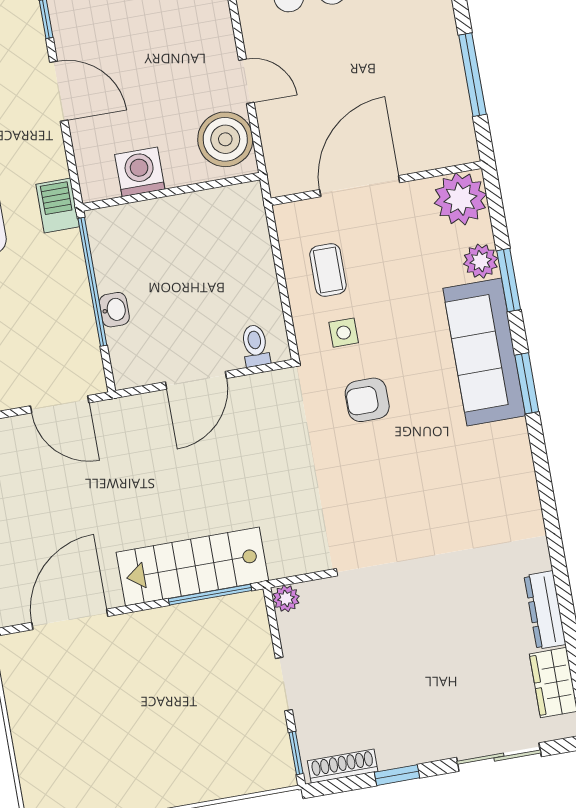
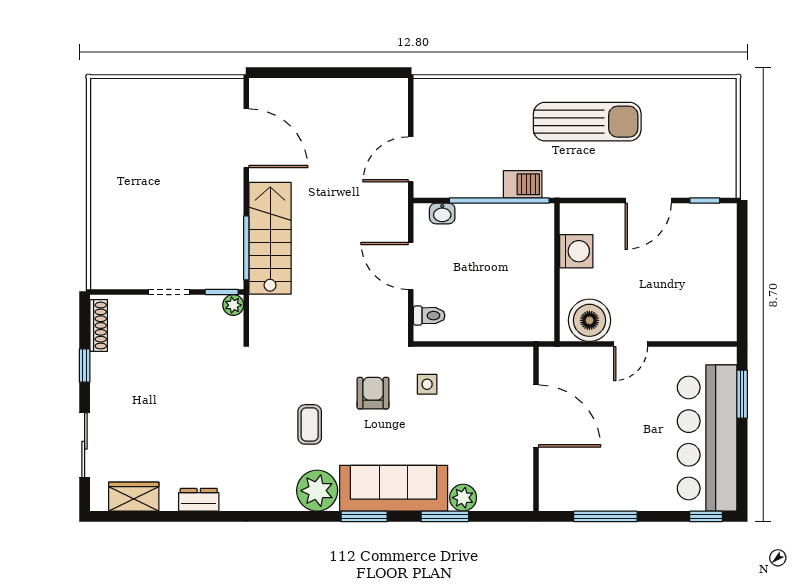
plant: (460, 199) -> (317, 491), moved
barbecue: (58, 205) -> (523, 184), moved
coffee table: (328, 270) -> (310, 424), moved, turned 90
washbasin: (114, 310) -> (442, 213), moved
dresser: (545, 610) -> (199, 500), width x0.70
window: (296, 753) -> (222, 292), moved

